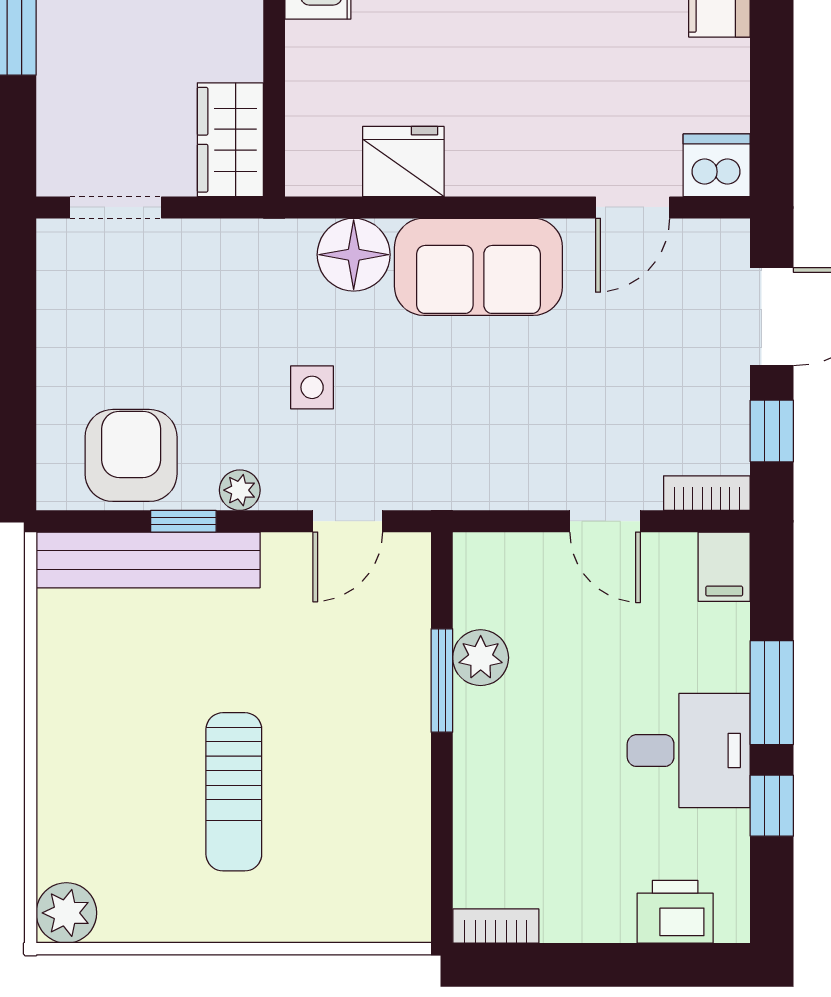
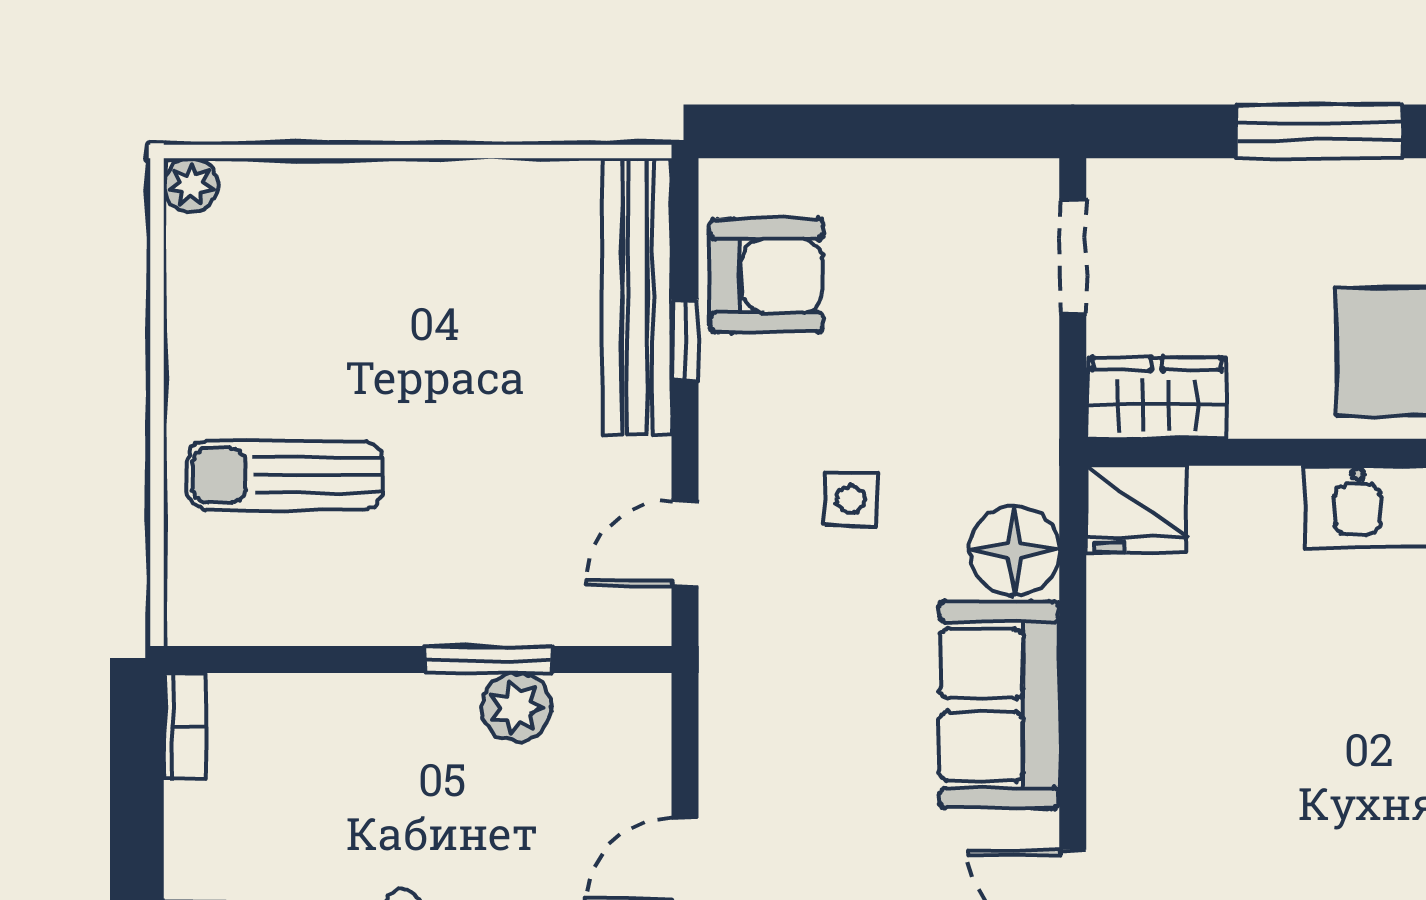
fridge: (403, 162) -> (1137, 509), moved, turned 90
plant: (240, 490) -> (724, 410), removed
door: (348, 521) -> (685, 543), hinge flipped
sun lounger: (234, 792) -> (285, 475), moved
plant: (66, 913) -> (191, 185), width x0.73, depth x0.73

